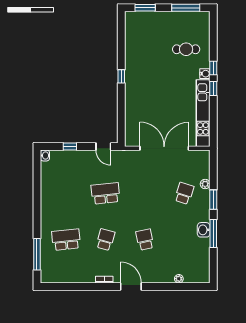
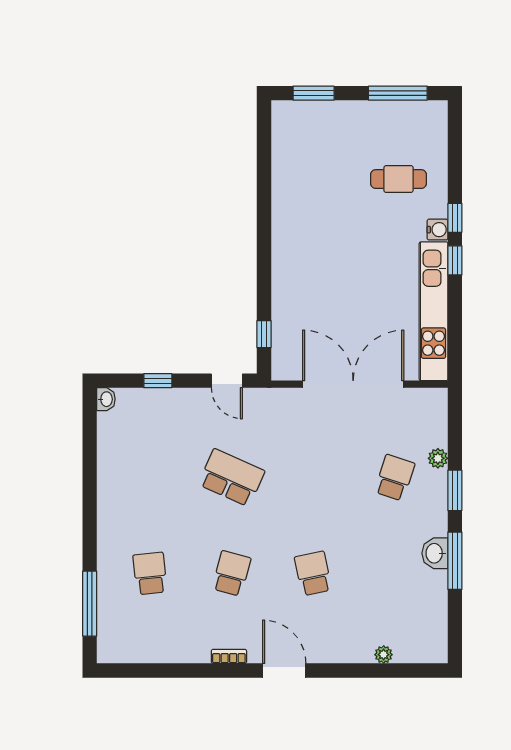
window: (121, 76) -> (264, 334), moved
school desk: (105, 193) -> (231, 478), turned 30
school desk: (66, 240) -> (150, 573), width x0.54

